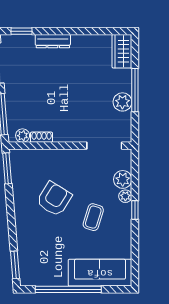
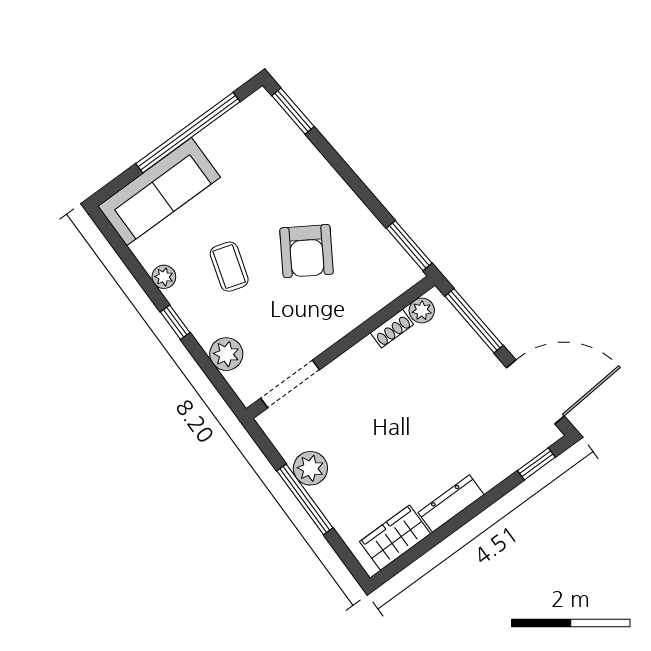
dresser: (53, 41) -> (451, 504), moved
wardrobe: (122, 51) -> (395, 538), moved, turned -90
plant: (125, 196) -> (164, 277), moved

